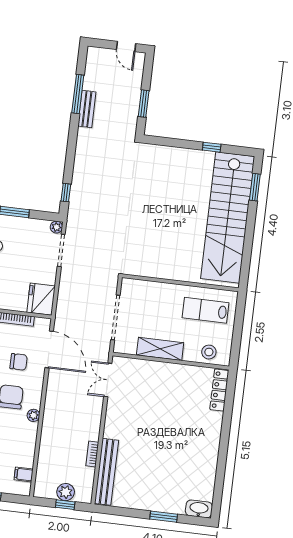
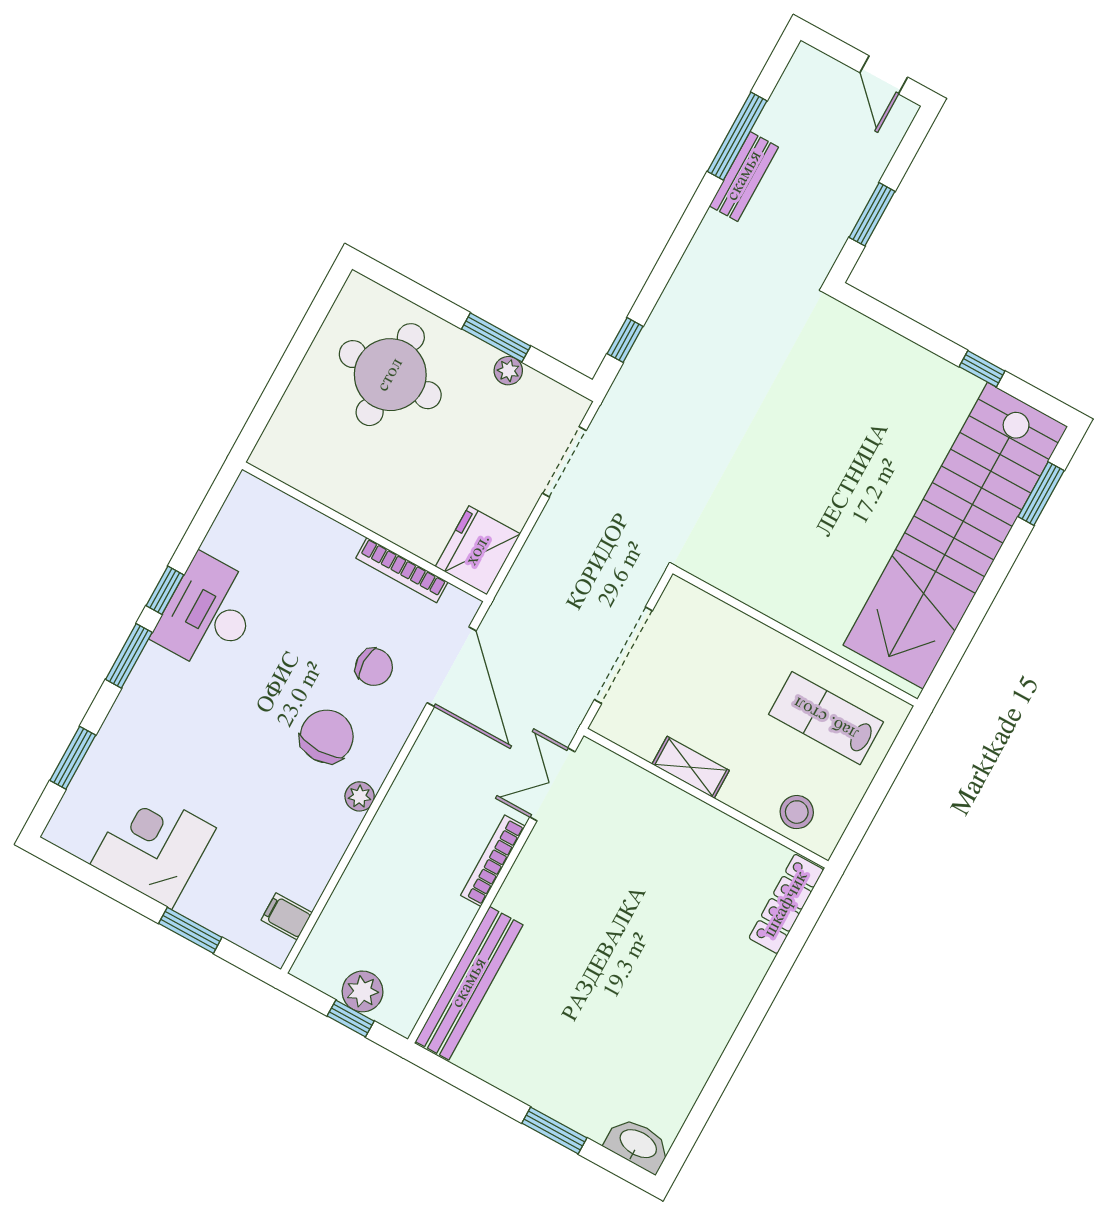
plant: (56, 227) -> (508, 371), moved
shelving: (160, 349) -> (691, 767), width x0.67, depth x0.75
bookcase: (92, 454) -> (493, 861), moved, width x1.56

